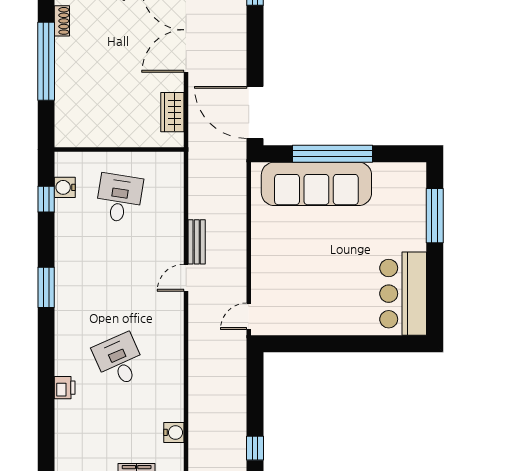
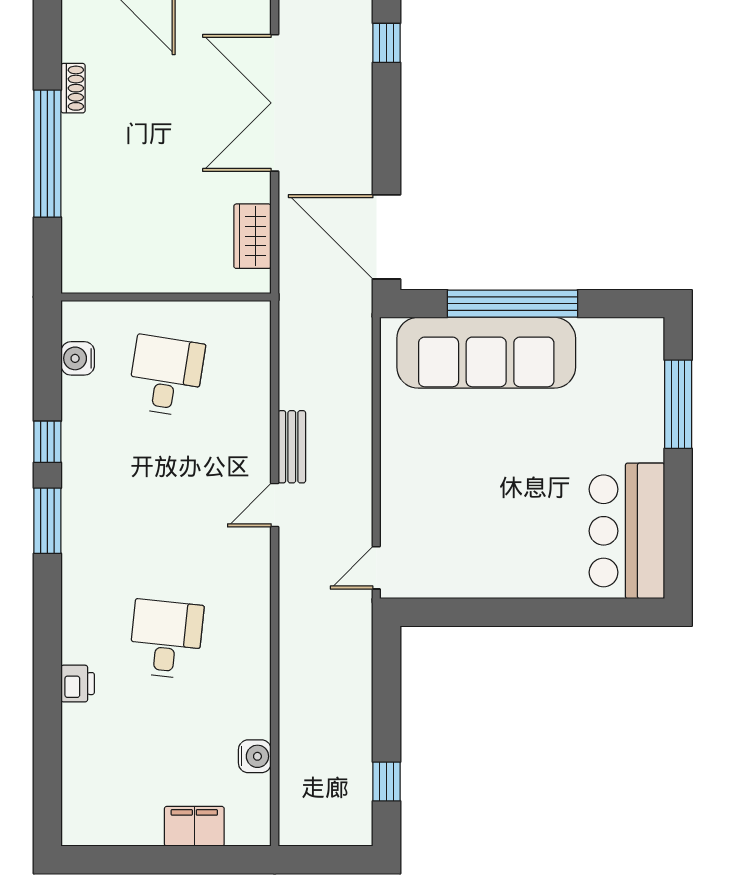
window: (46, 199) -> (47, 442), moved
desk: (119, 360) -> (166, 639), turned 30

